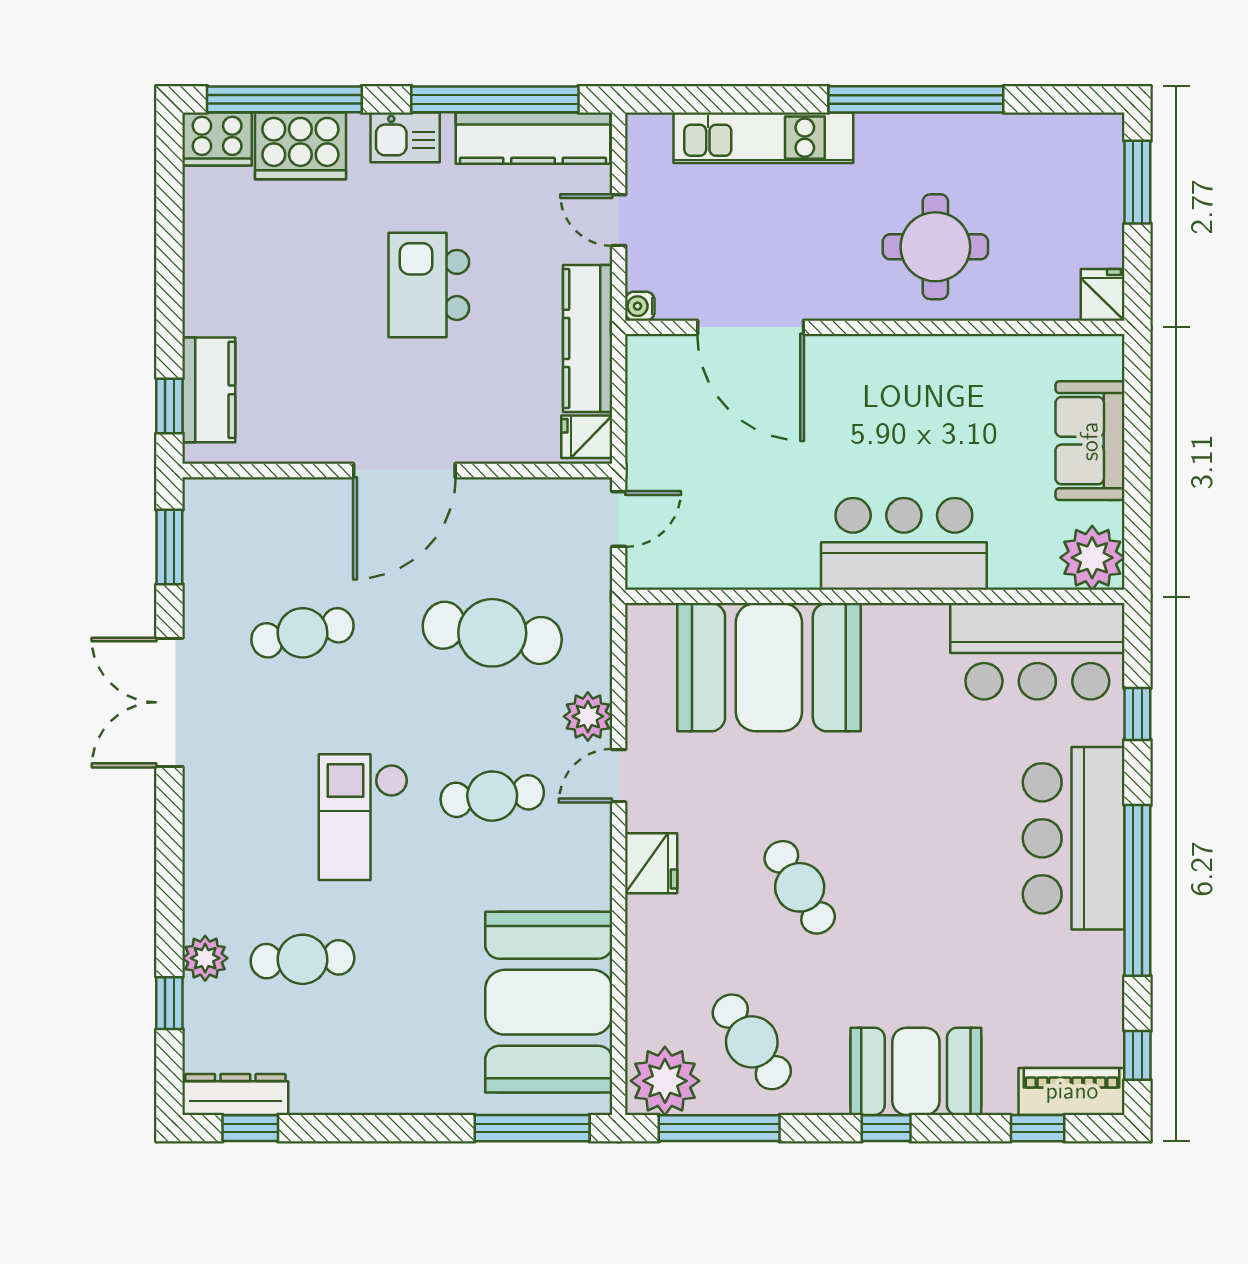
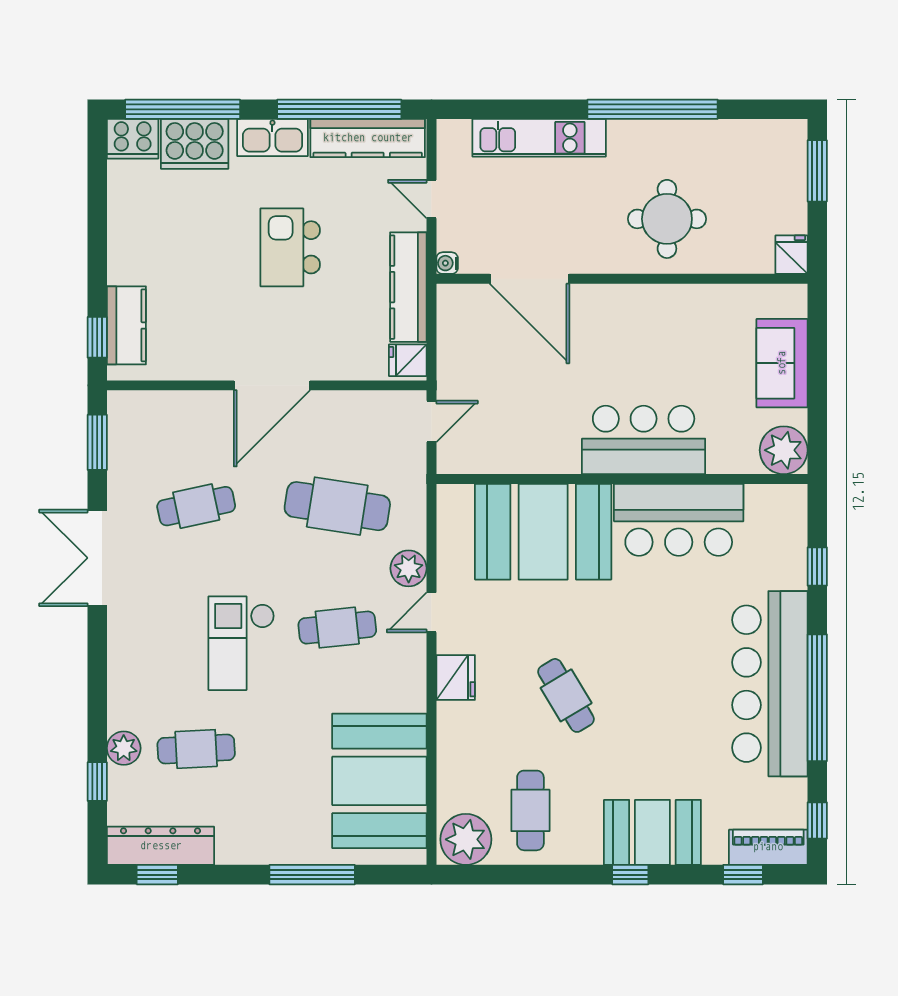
kitchen sink: (405, 137) -> (272, 138), width x1.38
bar counter: (1037, 651) -> (679, 520), moved
bar counter: (1074, 838) -> (770, 684), width x1.36
cafe table: (752, 1042) -> (530, 810), turned 35
dresser: (235, 1094) -> (161, 846), width x1.37, depth x1.24
window: (532, 1128) -> (312, 875), moved
window: (719, 1128) -> (506, 875), removed

